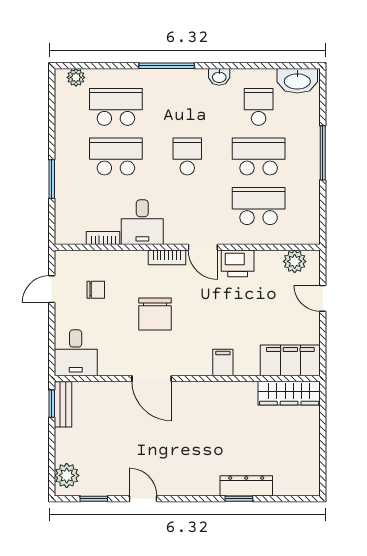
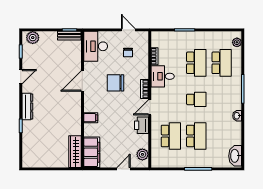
school desk: (259, 107) -> (222, 136), removed
desk: (76, 353) -> (96, 46), width x1.37
dresser: (246, 486) -> (27, 107), moved

